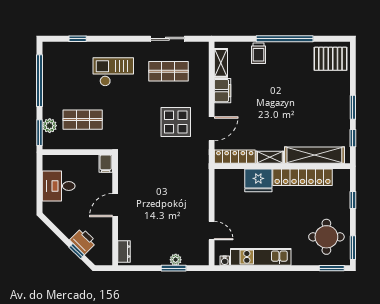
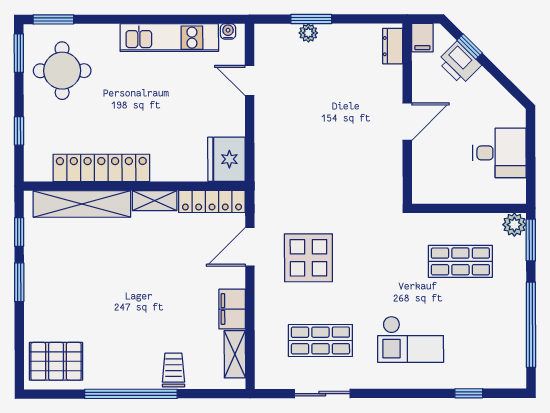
plant: (50, 126) -> (514, 225), moved
filing cabinet: (106, 164) -> (422, 38), moved, turned 180
fridge: (258, 180) -> (226, 159), moved, turned -90

